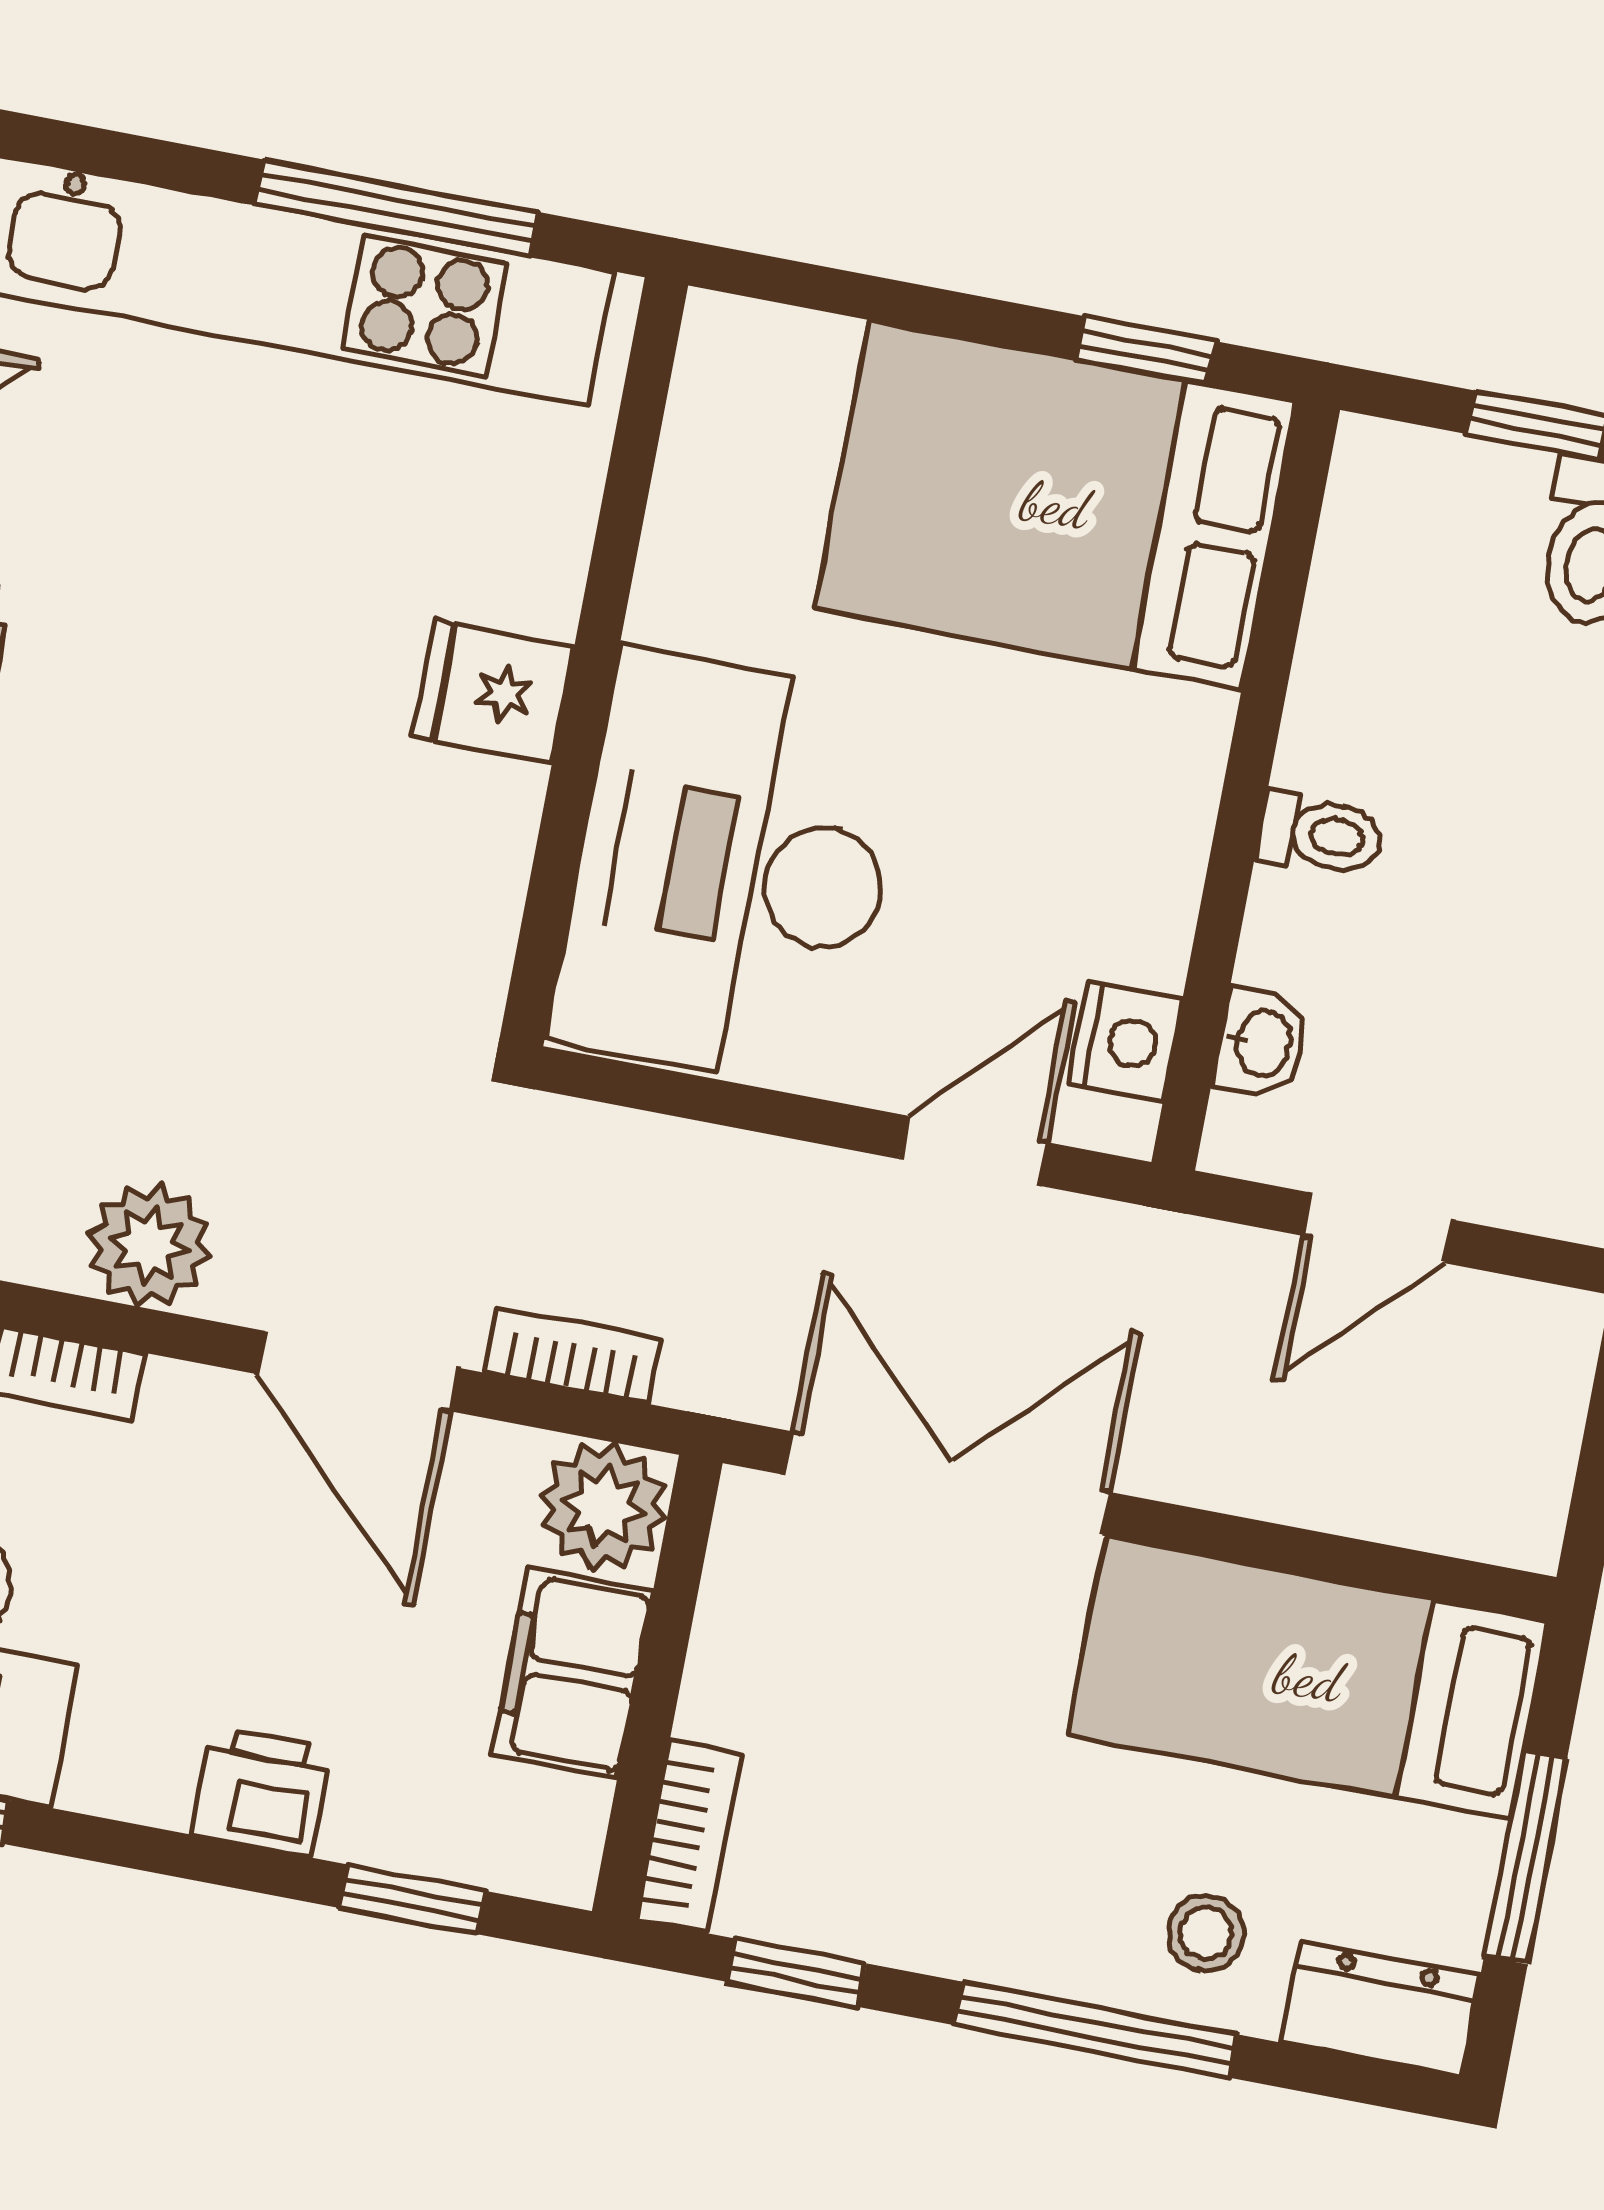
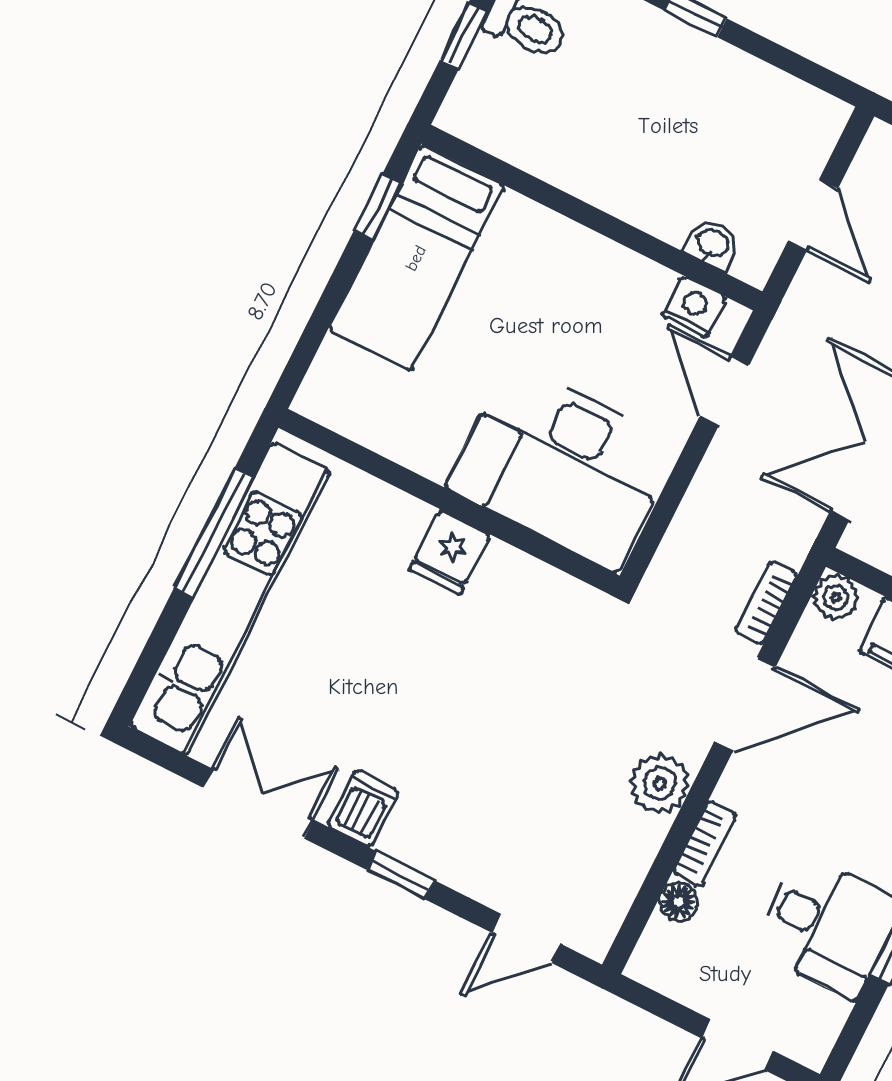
bed: (1055, 505) -> (416, 258), width x0.67
toilet: (1321, 834) -> (624, 189), removed
plant: (603, 1507) -> (836, 597), width x0.73, depth x0.73

